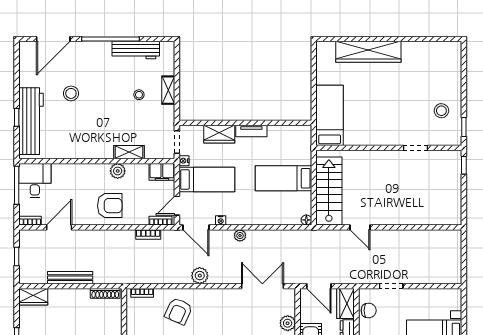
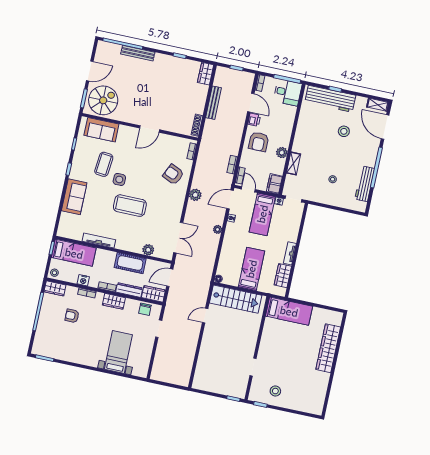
shelving: (168, 90) -> (378, 105), moved
wardrobe: (219, 134) -> (283, 276), moved
printer: (81, 218) -> (254, 120), added

